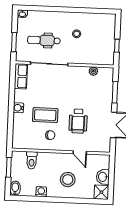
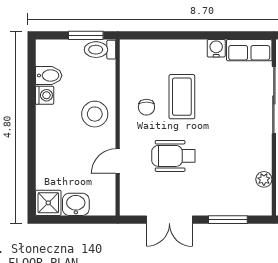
water cooler: (18, 108) -> (216, 48), moved
toilet: (32, 160) -> (100, 50), moved
stool: (68, 180) -> (95, 114), moved
bidet: (15, 188) -> (49, 76), moved

